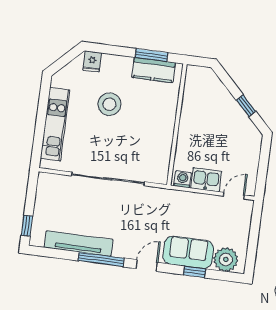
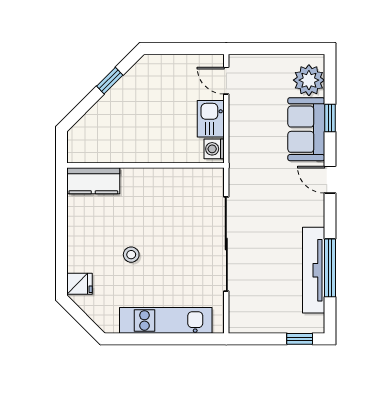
window: (152, 55) -> (62, 209), removed
kitchen counter: (154, 70) -> (93, 181), moved, turned 90
stool: (109, 104) -> (131, 255), width x0.53, depth x0.53
window: (101, 259) -> (330, 268), moved

